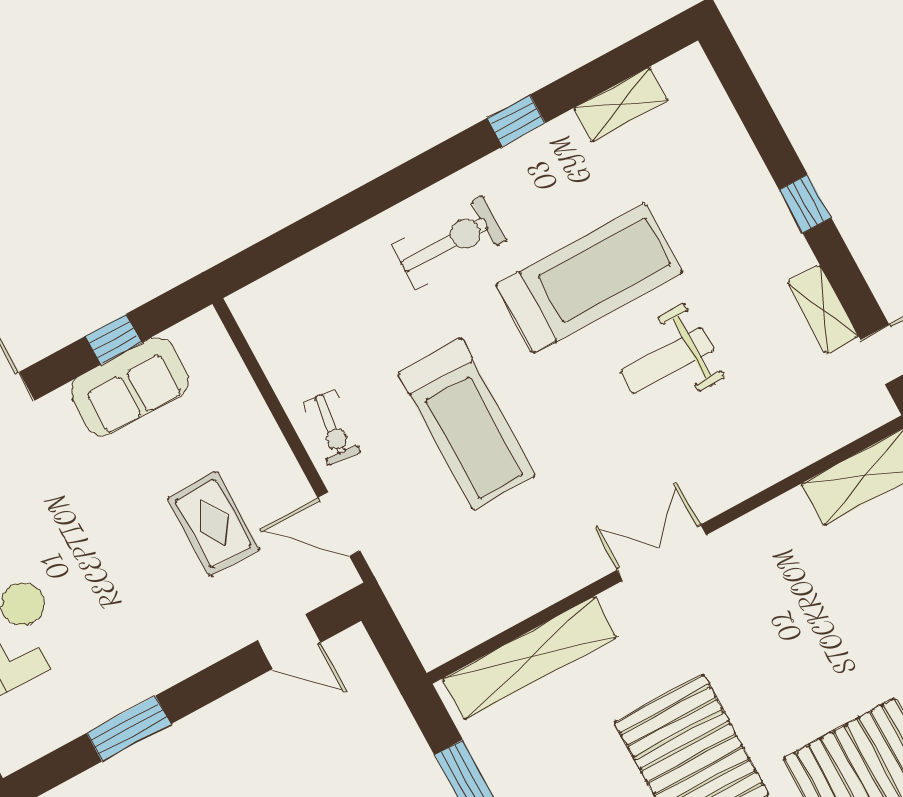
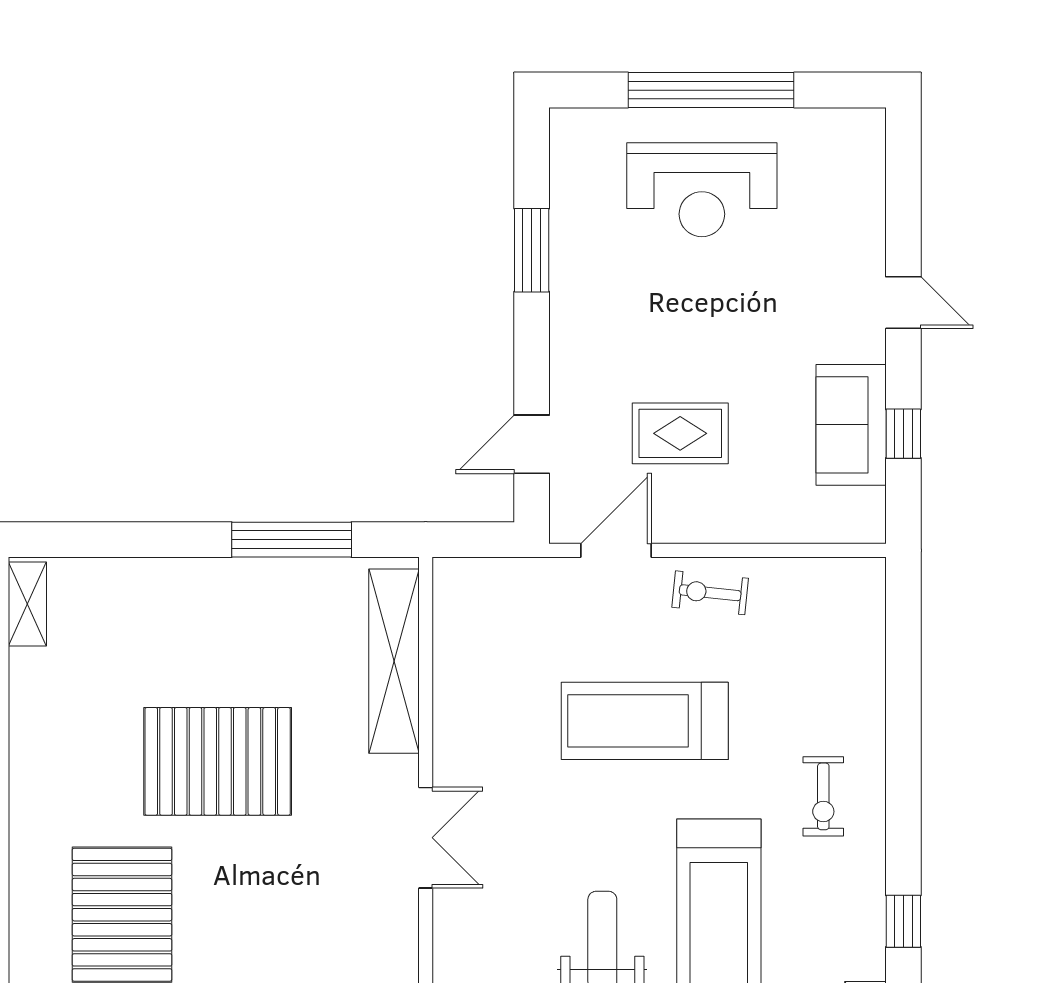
exercise bike: (449, 243) -> (823, 796), width x0.73, depth x0.72

